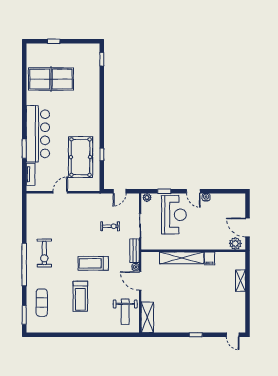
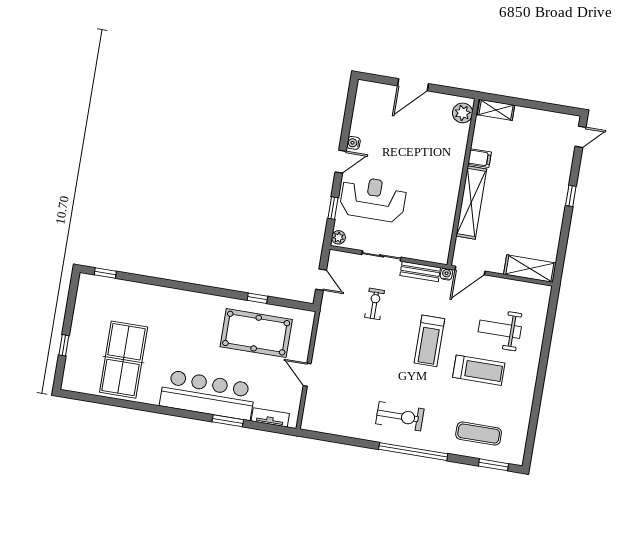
plant: (235, 244) -> (463, 113), moved
wall: (193, 251) -> (463, 182), moved
shelving: (182, 258) -> (471, 202), moved
filing cabinet: (209, 258) -> (480, 158), moved
weight bench: (125, 312) -> (500, 329), moved, turned 180

